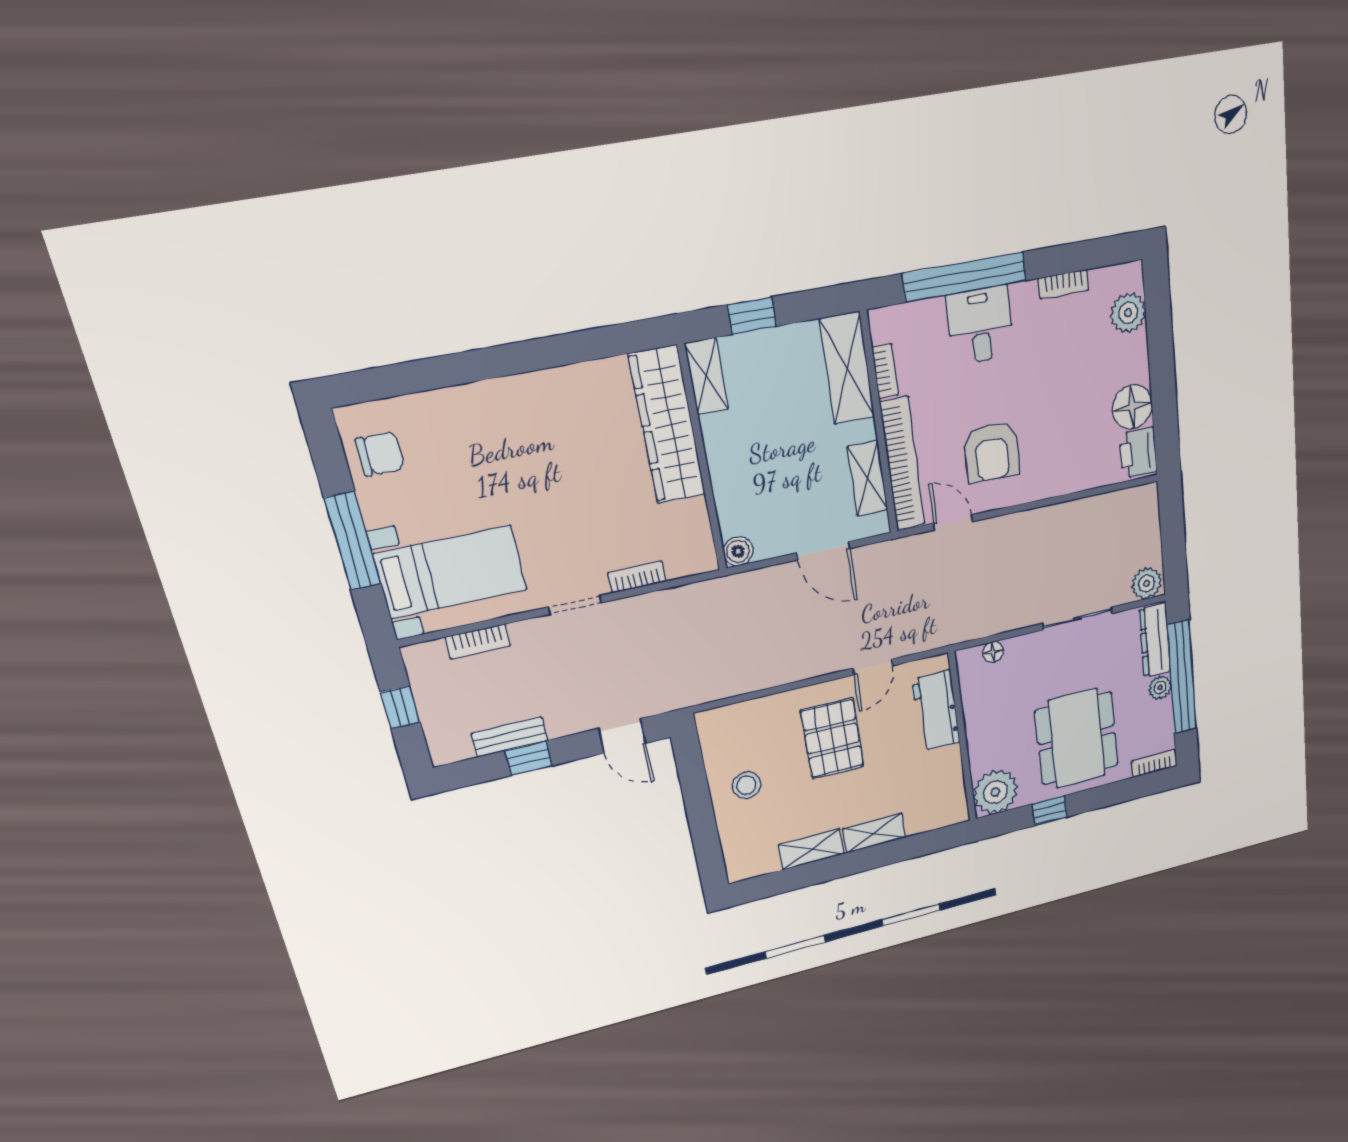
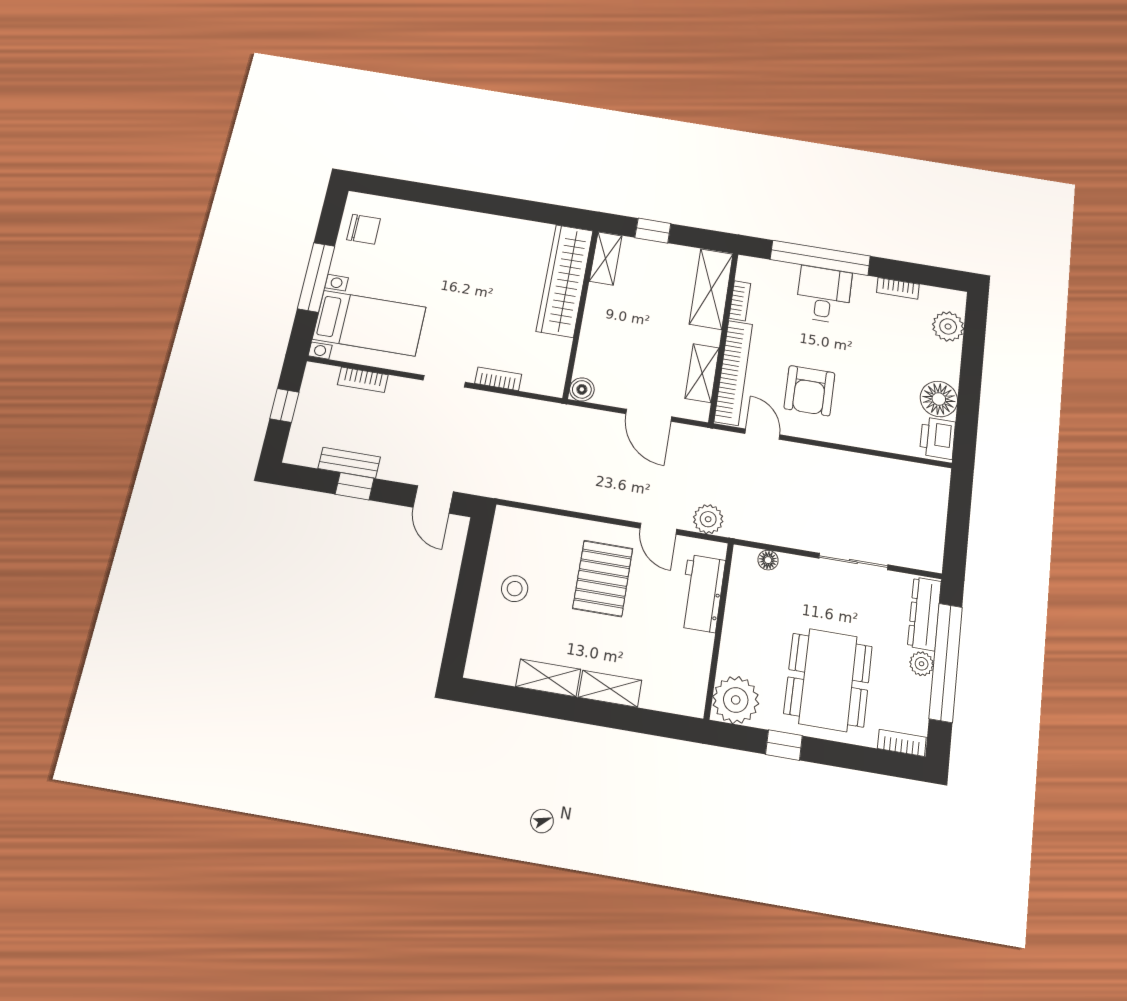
plant: (1147, 583) -> (708, 519), moved
door: (873, 667) -> (658, 529), hinge flipped

